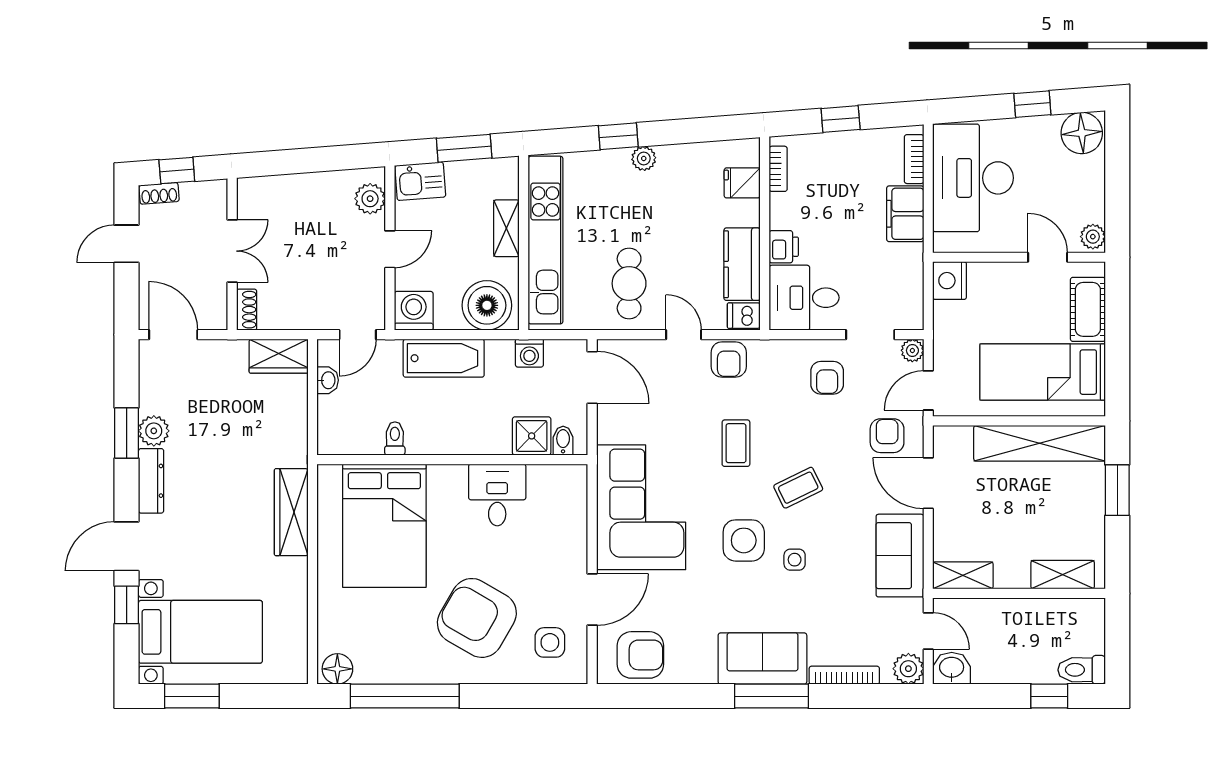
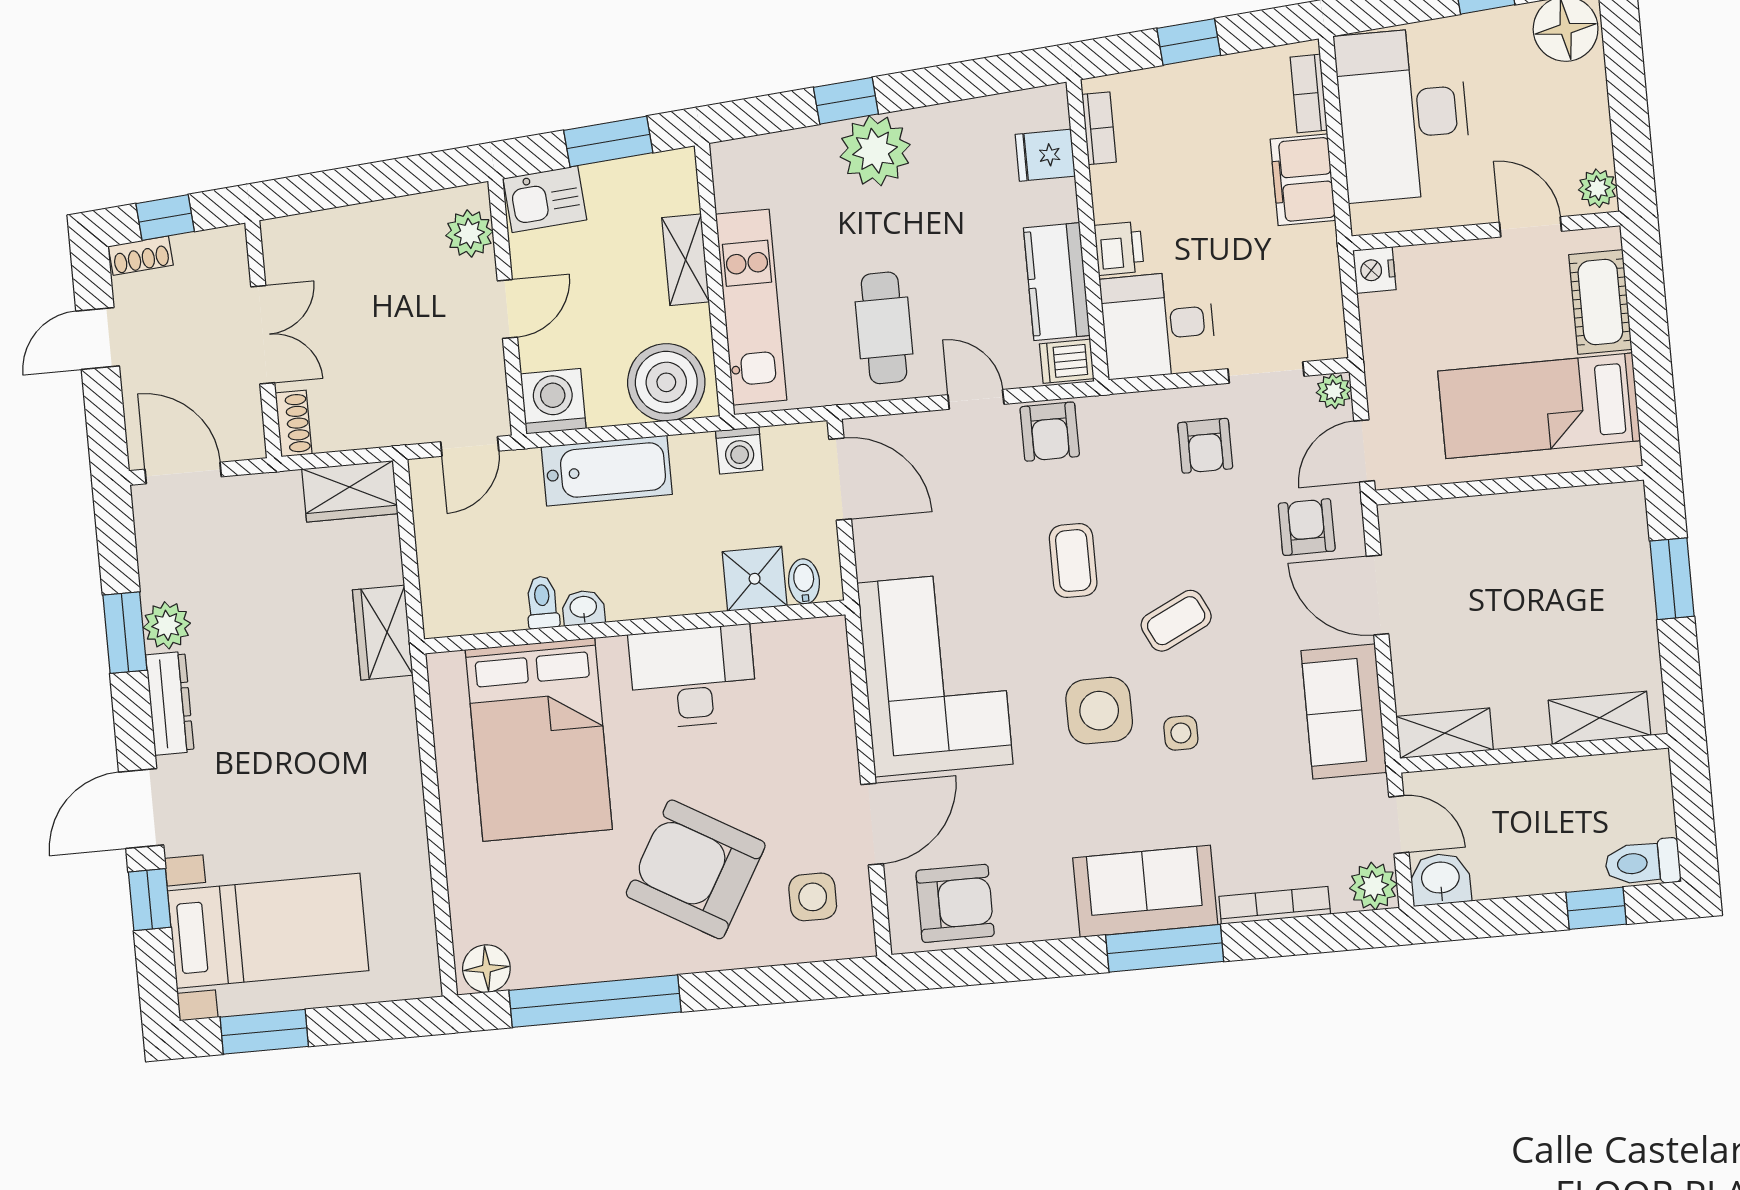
plant: (644, 158) -> (875, 151), width x1.87, depth x1.87
kitchen unit: (545, 240) -> (751, 307), width x0.73
nightstand: (950, 281) -> (1374, 270), width x0.74, depth x0.75
washbasin: (328, 380) -> (583, 608), moved, turned -90
shelving: (1040, 443) -> (1545, 517), removed
desk: (497, 495) -> (693, 677), width x1.37
wardrobe: (291, 512) -> (383, 633), moved, width x0.67

